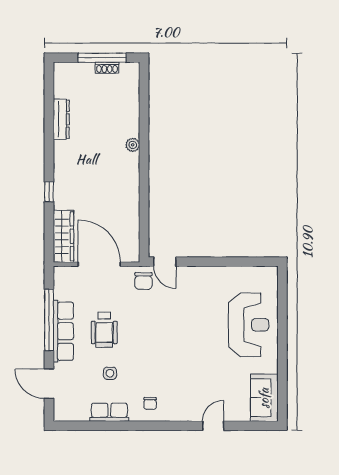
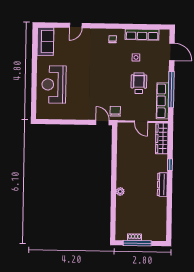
dresser: (61, 119) -> (162, 185), moved
door: (99, 264) -> (141, 122), width x0.53
row of seats: (63, 331) -> (163, 101), moved
row of seats: (109, 412) -> (142, 35), width x1.48

